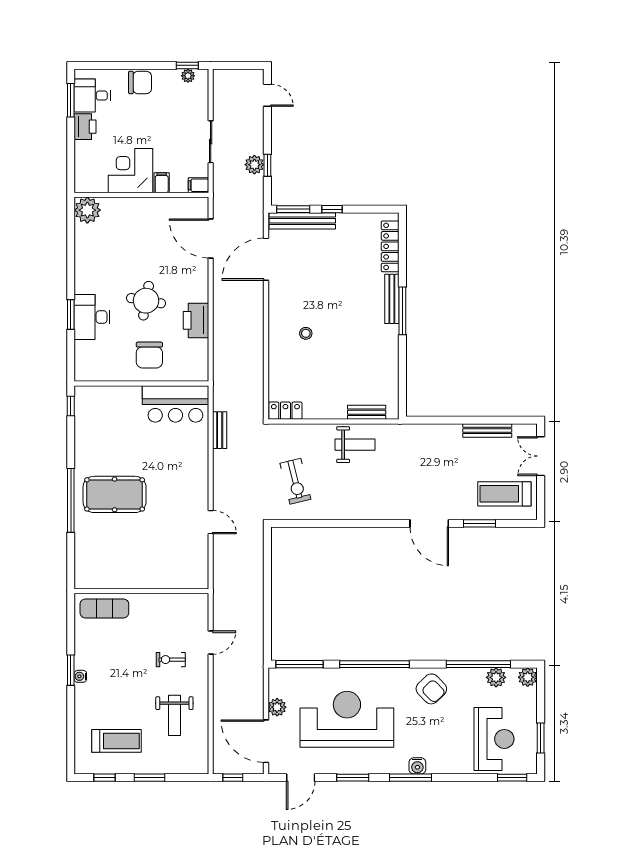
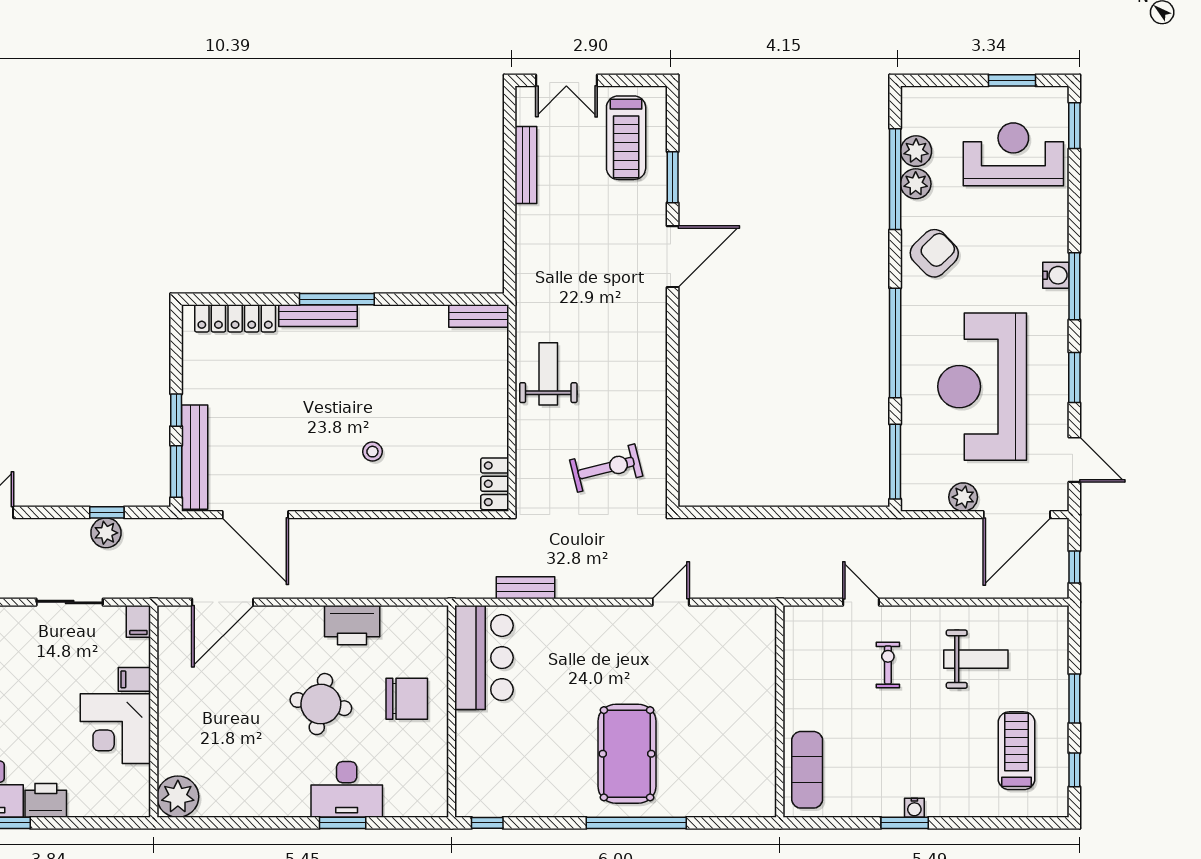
bench: (367, 412) -> (479, 316), moved, turned 90
exercise bike: (171, 660) -> (888, 665), turned 180
plant: (528, 677) -> (916, 184), moved

